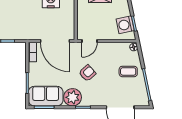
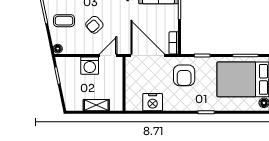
armchair: (23, 24) -> (184, 75), added
washing machine: (125, 25) -> (90, 66), moved, turned 102
armchair: (87, 73) -> (94, 25), moved

